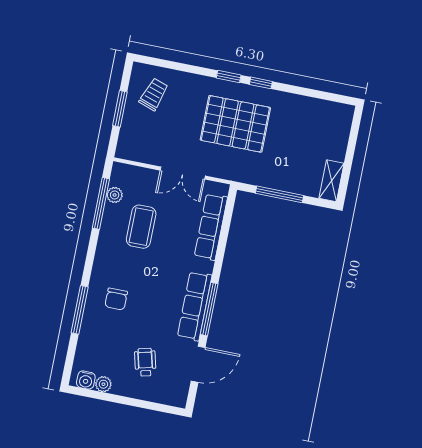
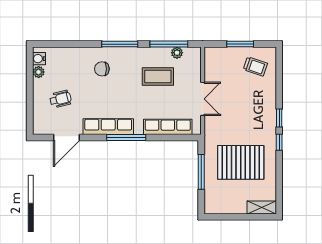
pallet: (235, 124) -> (241, 162), moved, turned 90
double door: (183, 173) -> (203, 99), swing flipped
shelving: (331, 181) -> (262, 208), moved
window: (209, 309) -> (126, 138), moved
window: (80, 310) -> (120, 44), moved
door: (198, 364) -> (67, 138), hinge flipped

